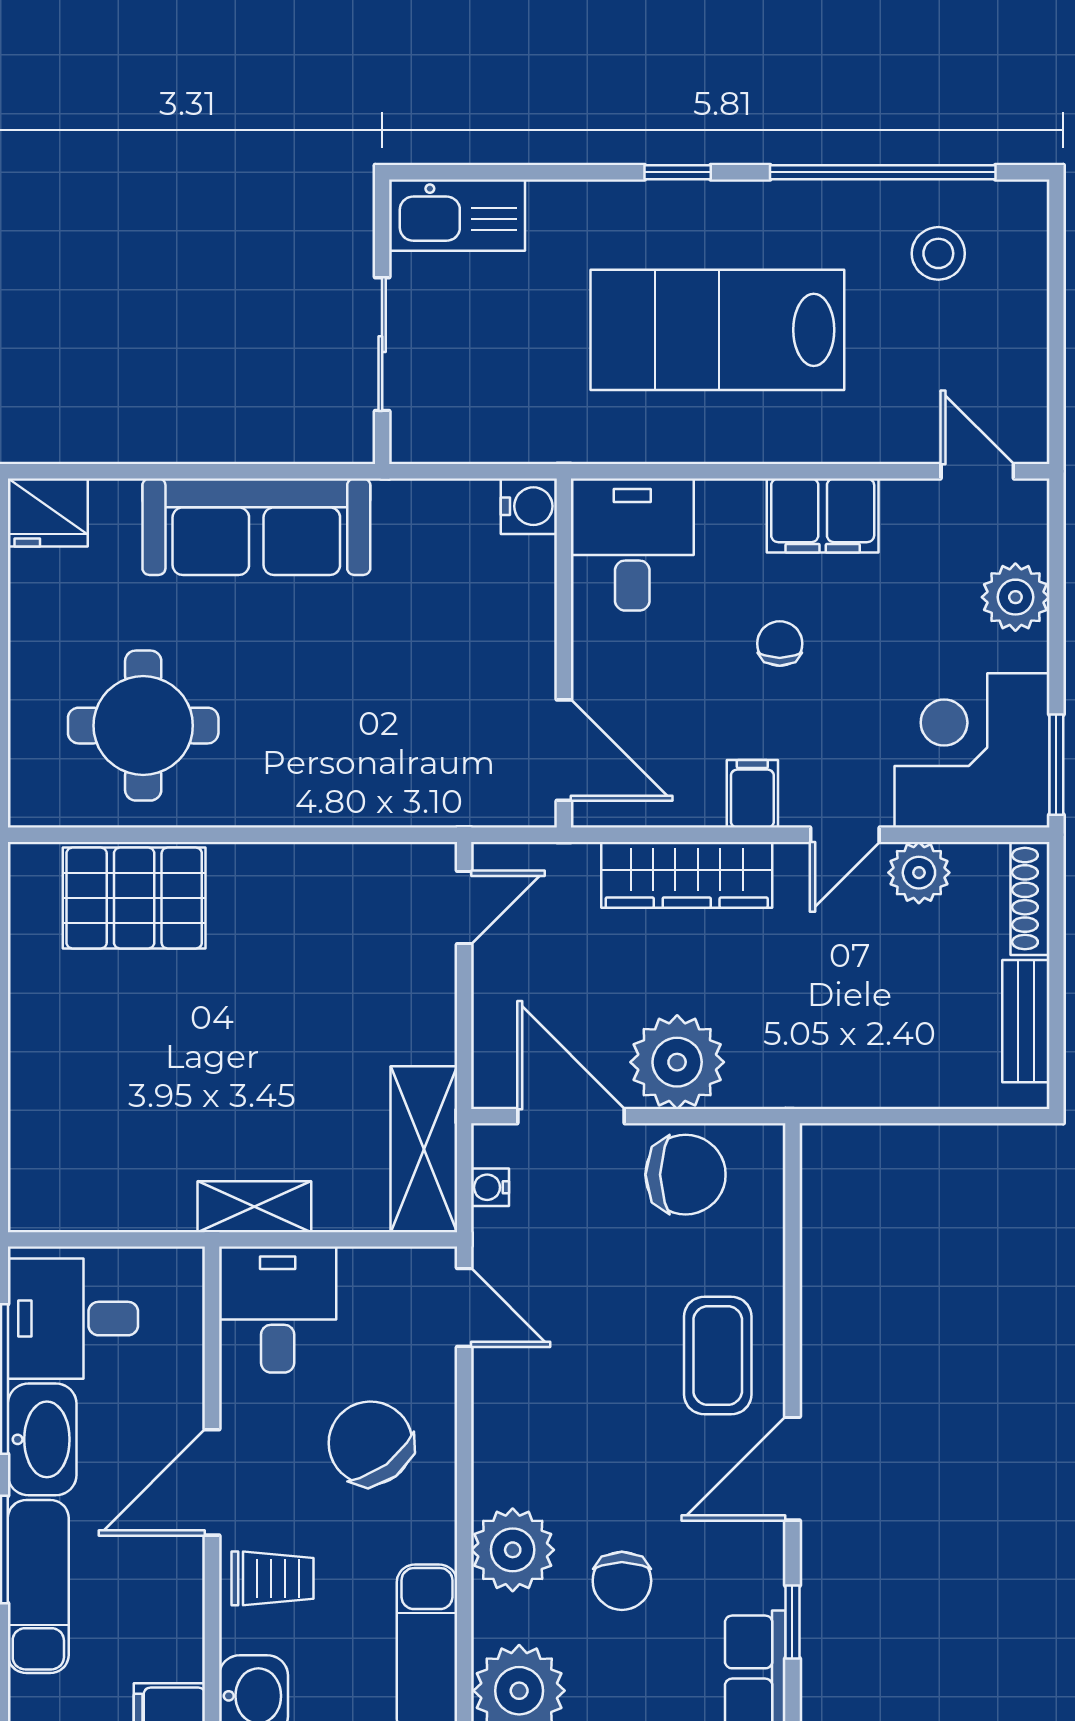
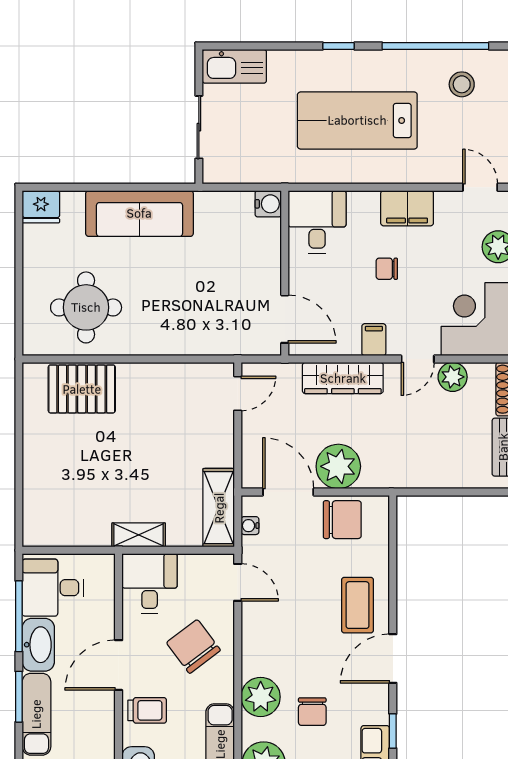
chair: (780, 644) -> (387, 269), turned -90

